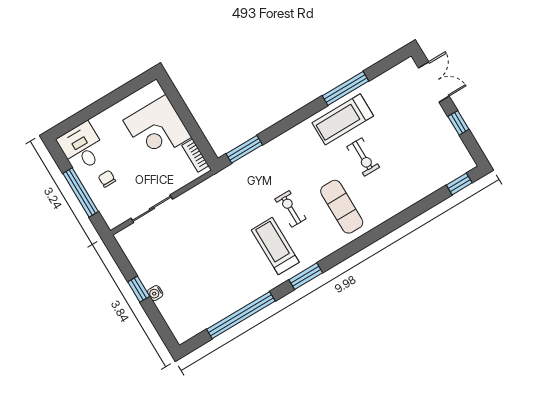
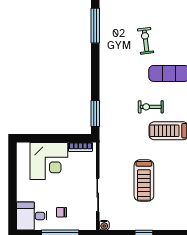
treadmill: (343, 119) -> (144, 180), moved
exercise bike: (363, 157) -> (146, 41), turned -97
water cooler: (155, 293) -> (104, 225), moved

